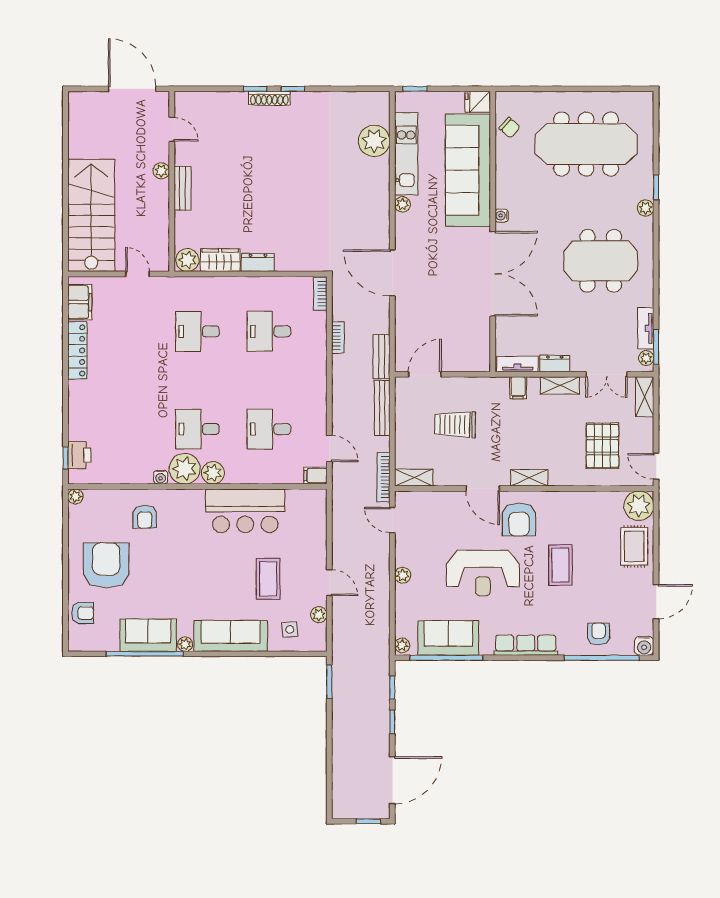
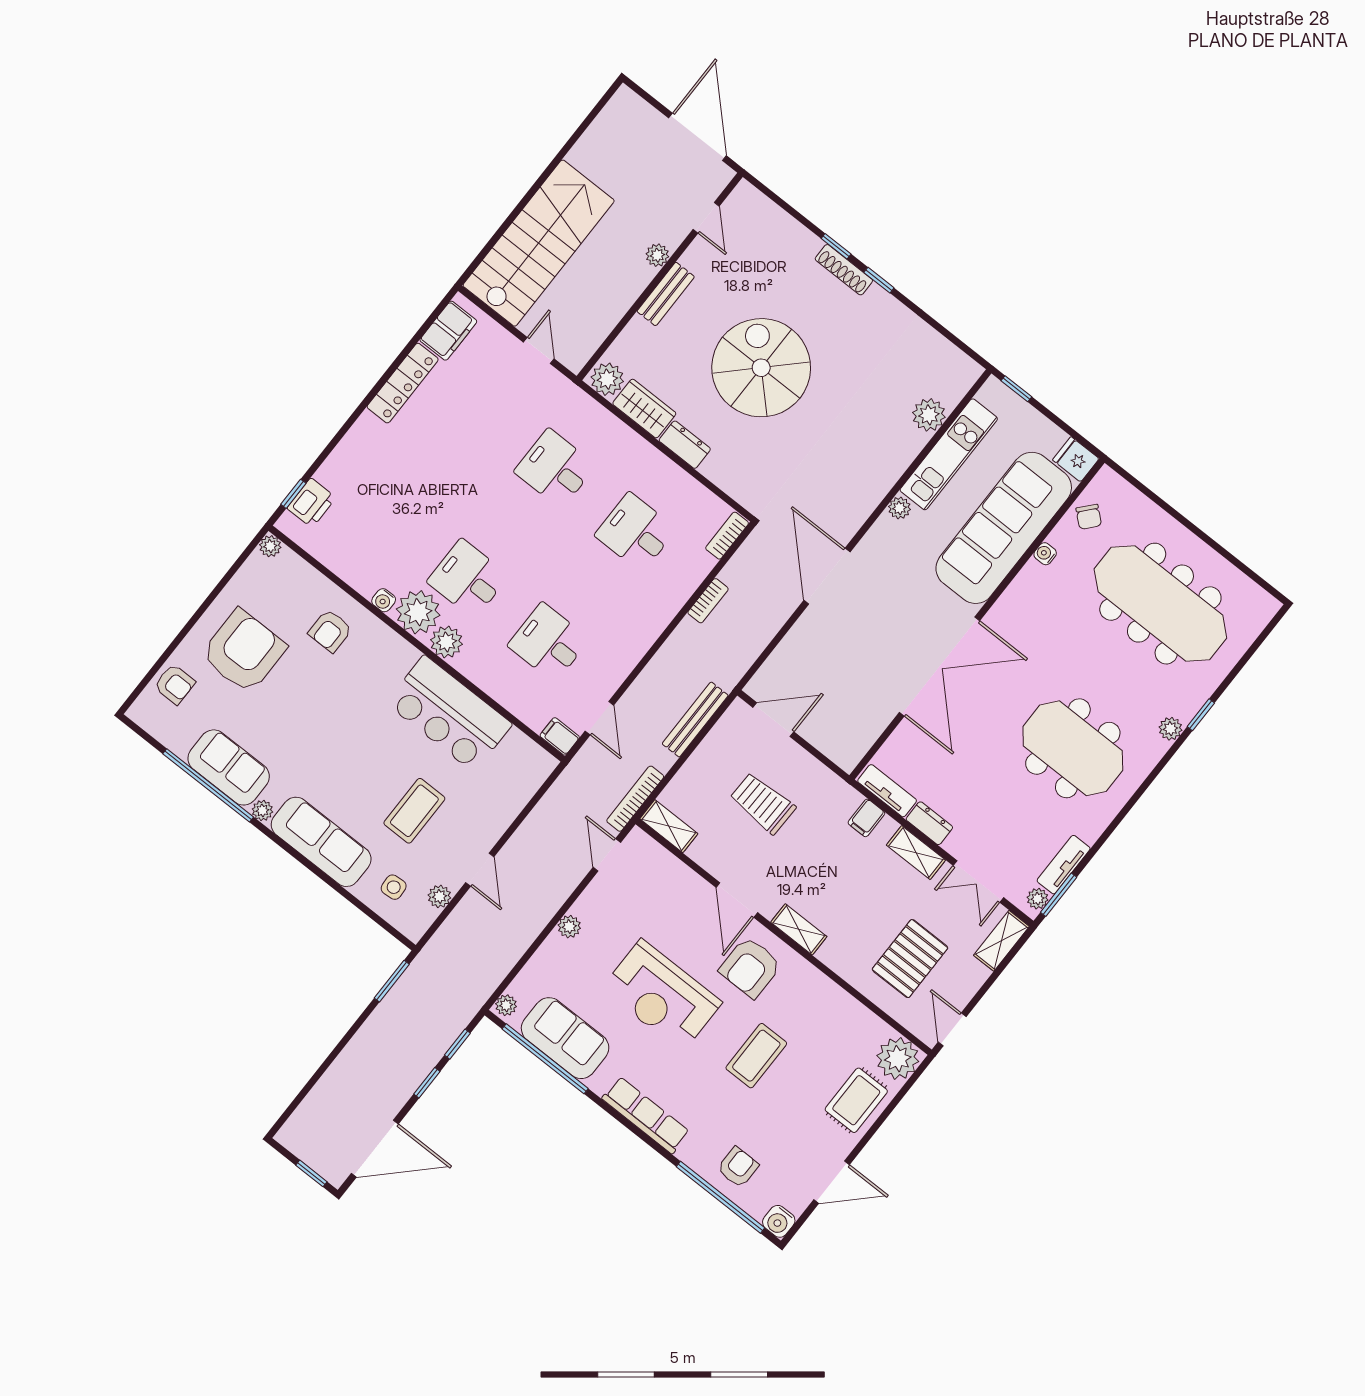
plant: (374, 141) -> (929, 415), width x0.73, depth x0.73
spiral stairs: (266, 187) -> (761, 368), added
water cooler: (502, 216) -> (1045, 554), moved
bench: (381, 357) -> (740, 661), removed

